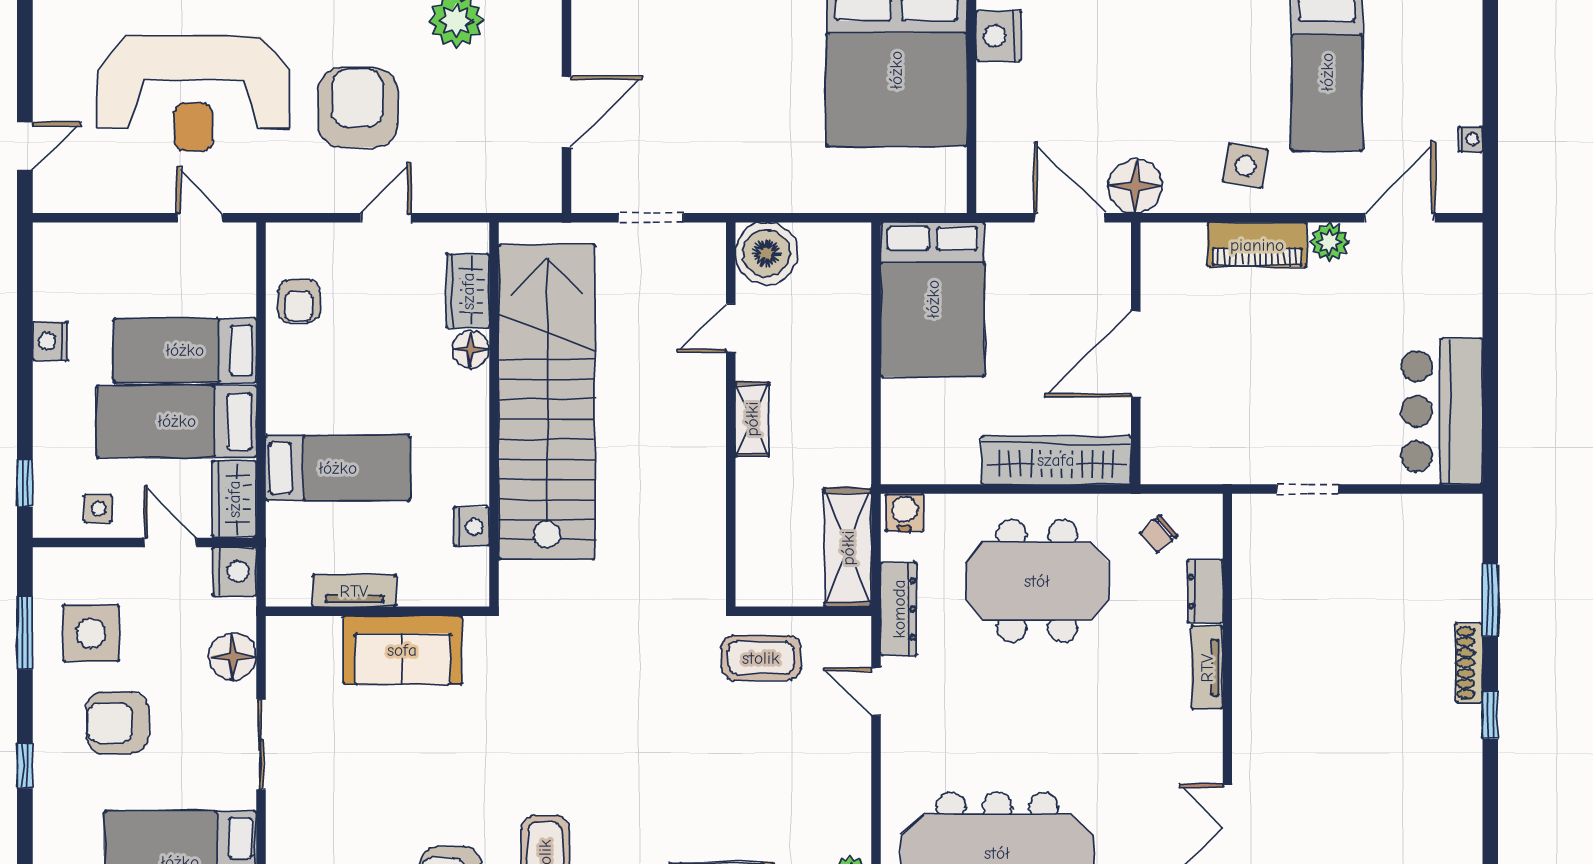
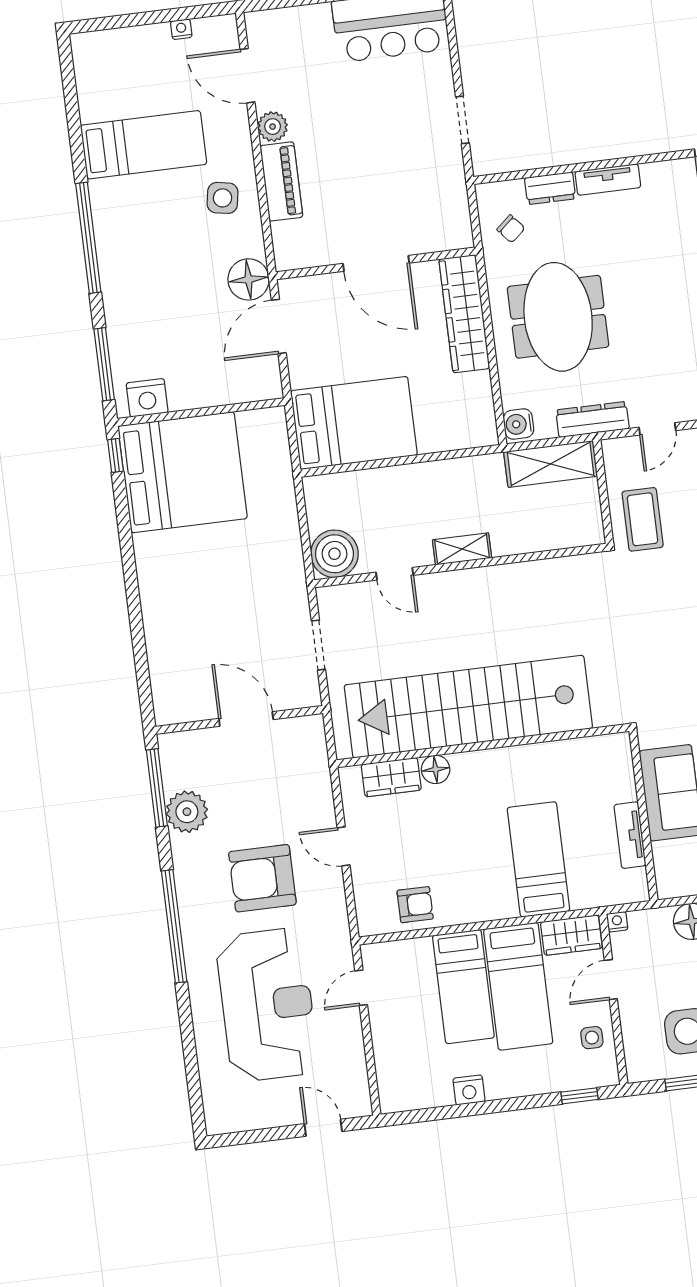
nightstand: (472, 527) -> (570, 752), removed
nightstand: (234, 571) -> (617, 922), width x0.53, depth x0.56

